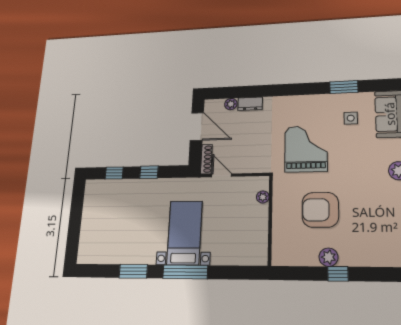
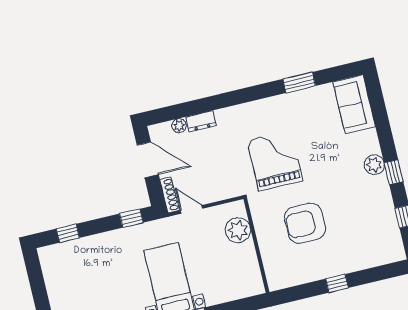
side table: (351, 118) -> (314, 117), removed
window: (149, 172) -> (131, 218), moved
plant: (263, 197) -> (238, 230), width x1.88, depth x1.88
plant: (328, 257) -> (324, 269), removed

